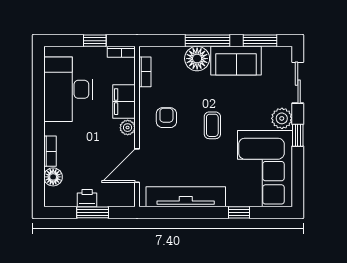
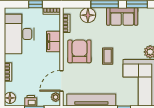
floor lamp: (197, 59) -> (88, 15), moved
armchair: (166, 118) -> (79, 51), width x1.88, depth x1.88
plant: (128, 128) -> (56, 97), moved
floor lamp: (53, 177) -> (10, 98), moved

